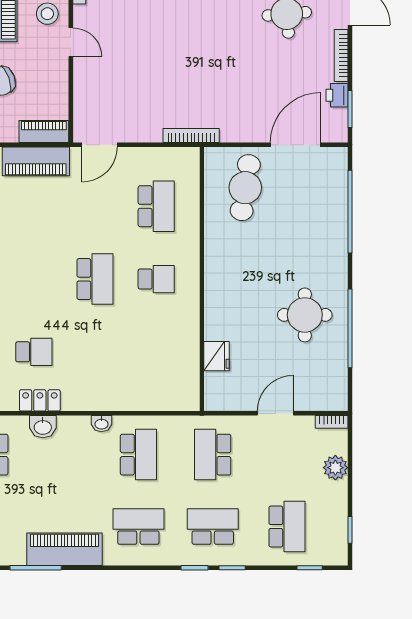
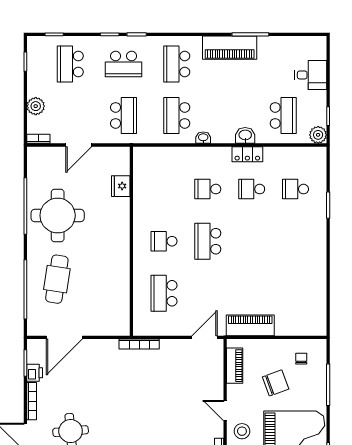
piano: (44, 132) -> (235, 366), moved, turned -90
cafe table: (245, 188) -> (57, 279), moved
round table: (305, 315) -> (58, 215), width x1.36, depth x1.36
school desk: (95, 352) -> (208, 189), added
school desk: (138, 527) -> (177, 64), turned 90

